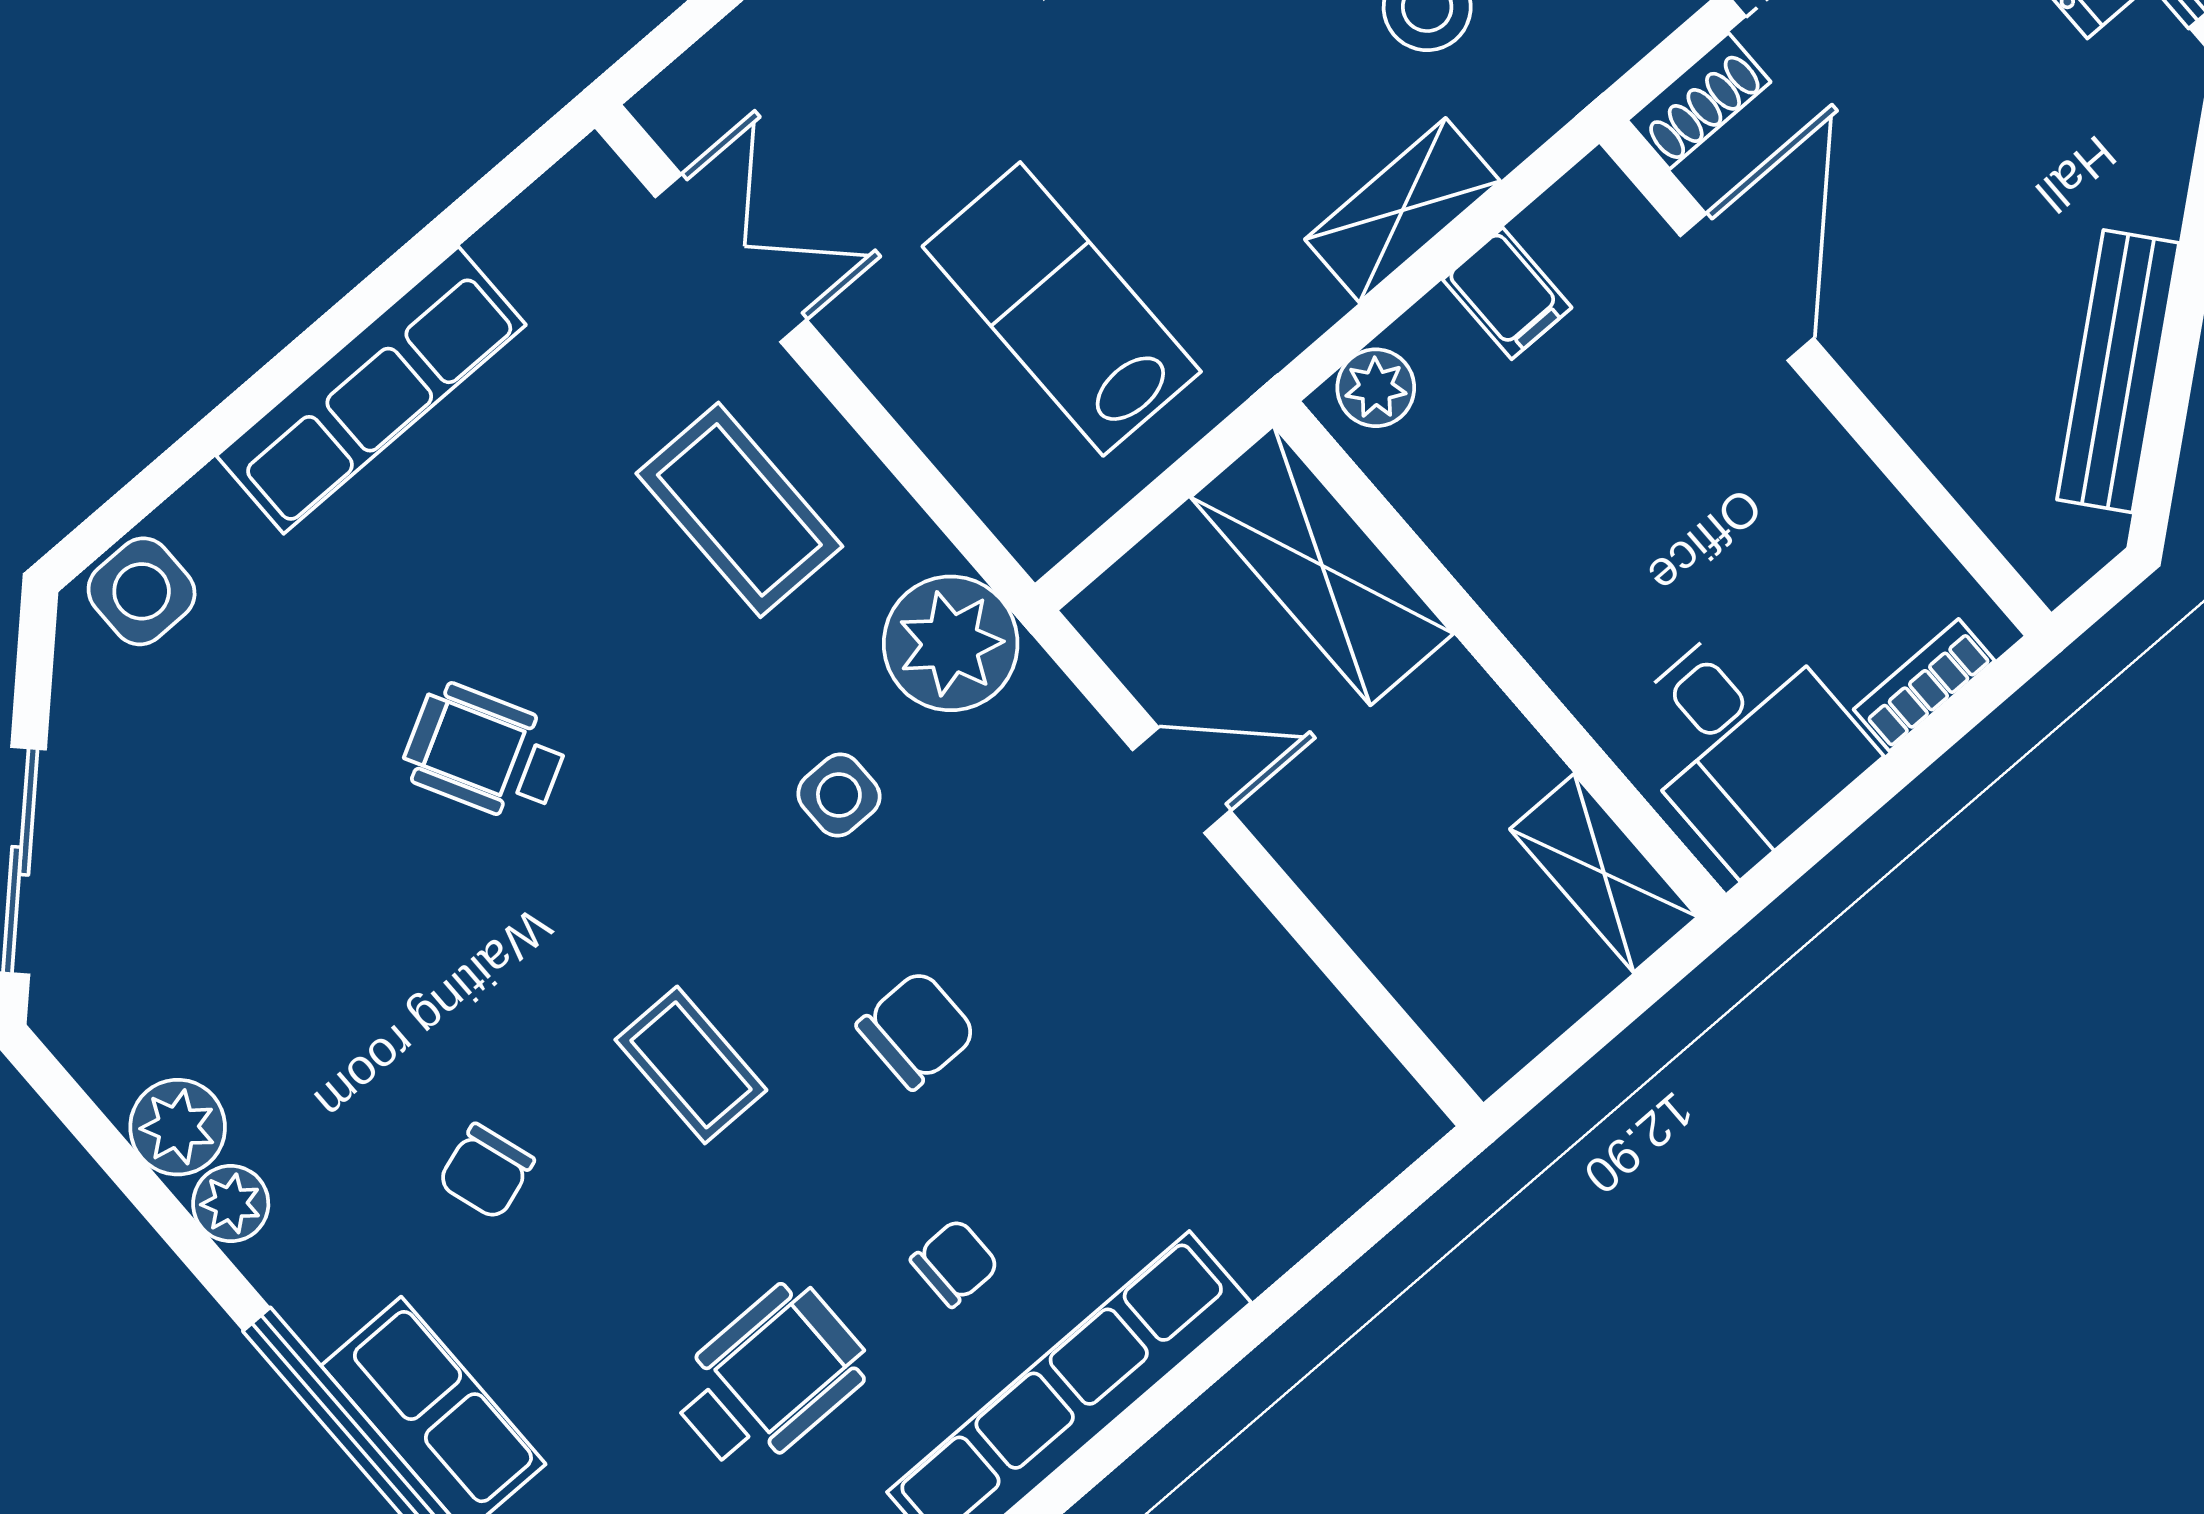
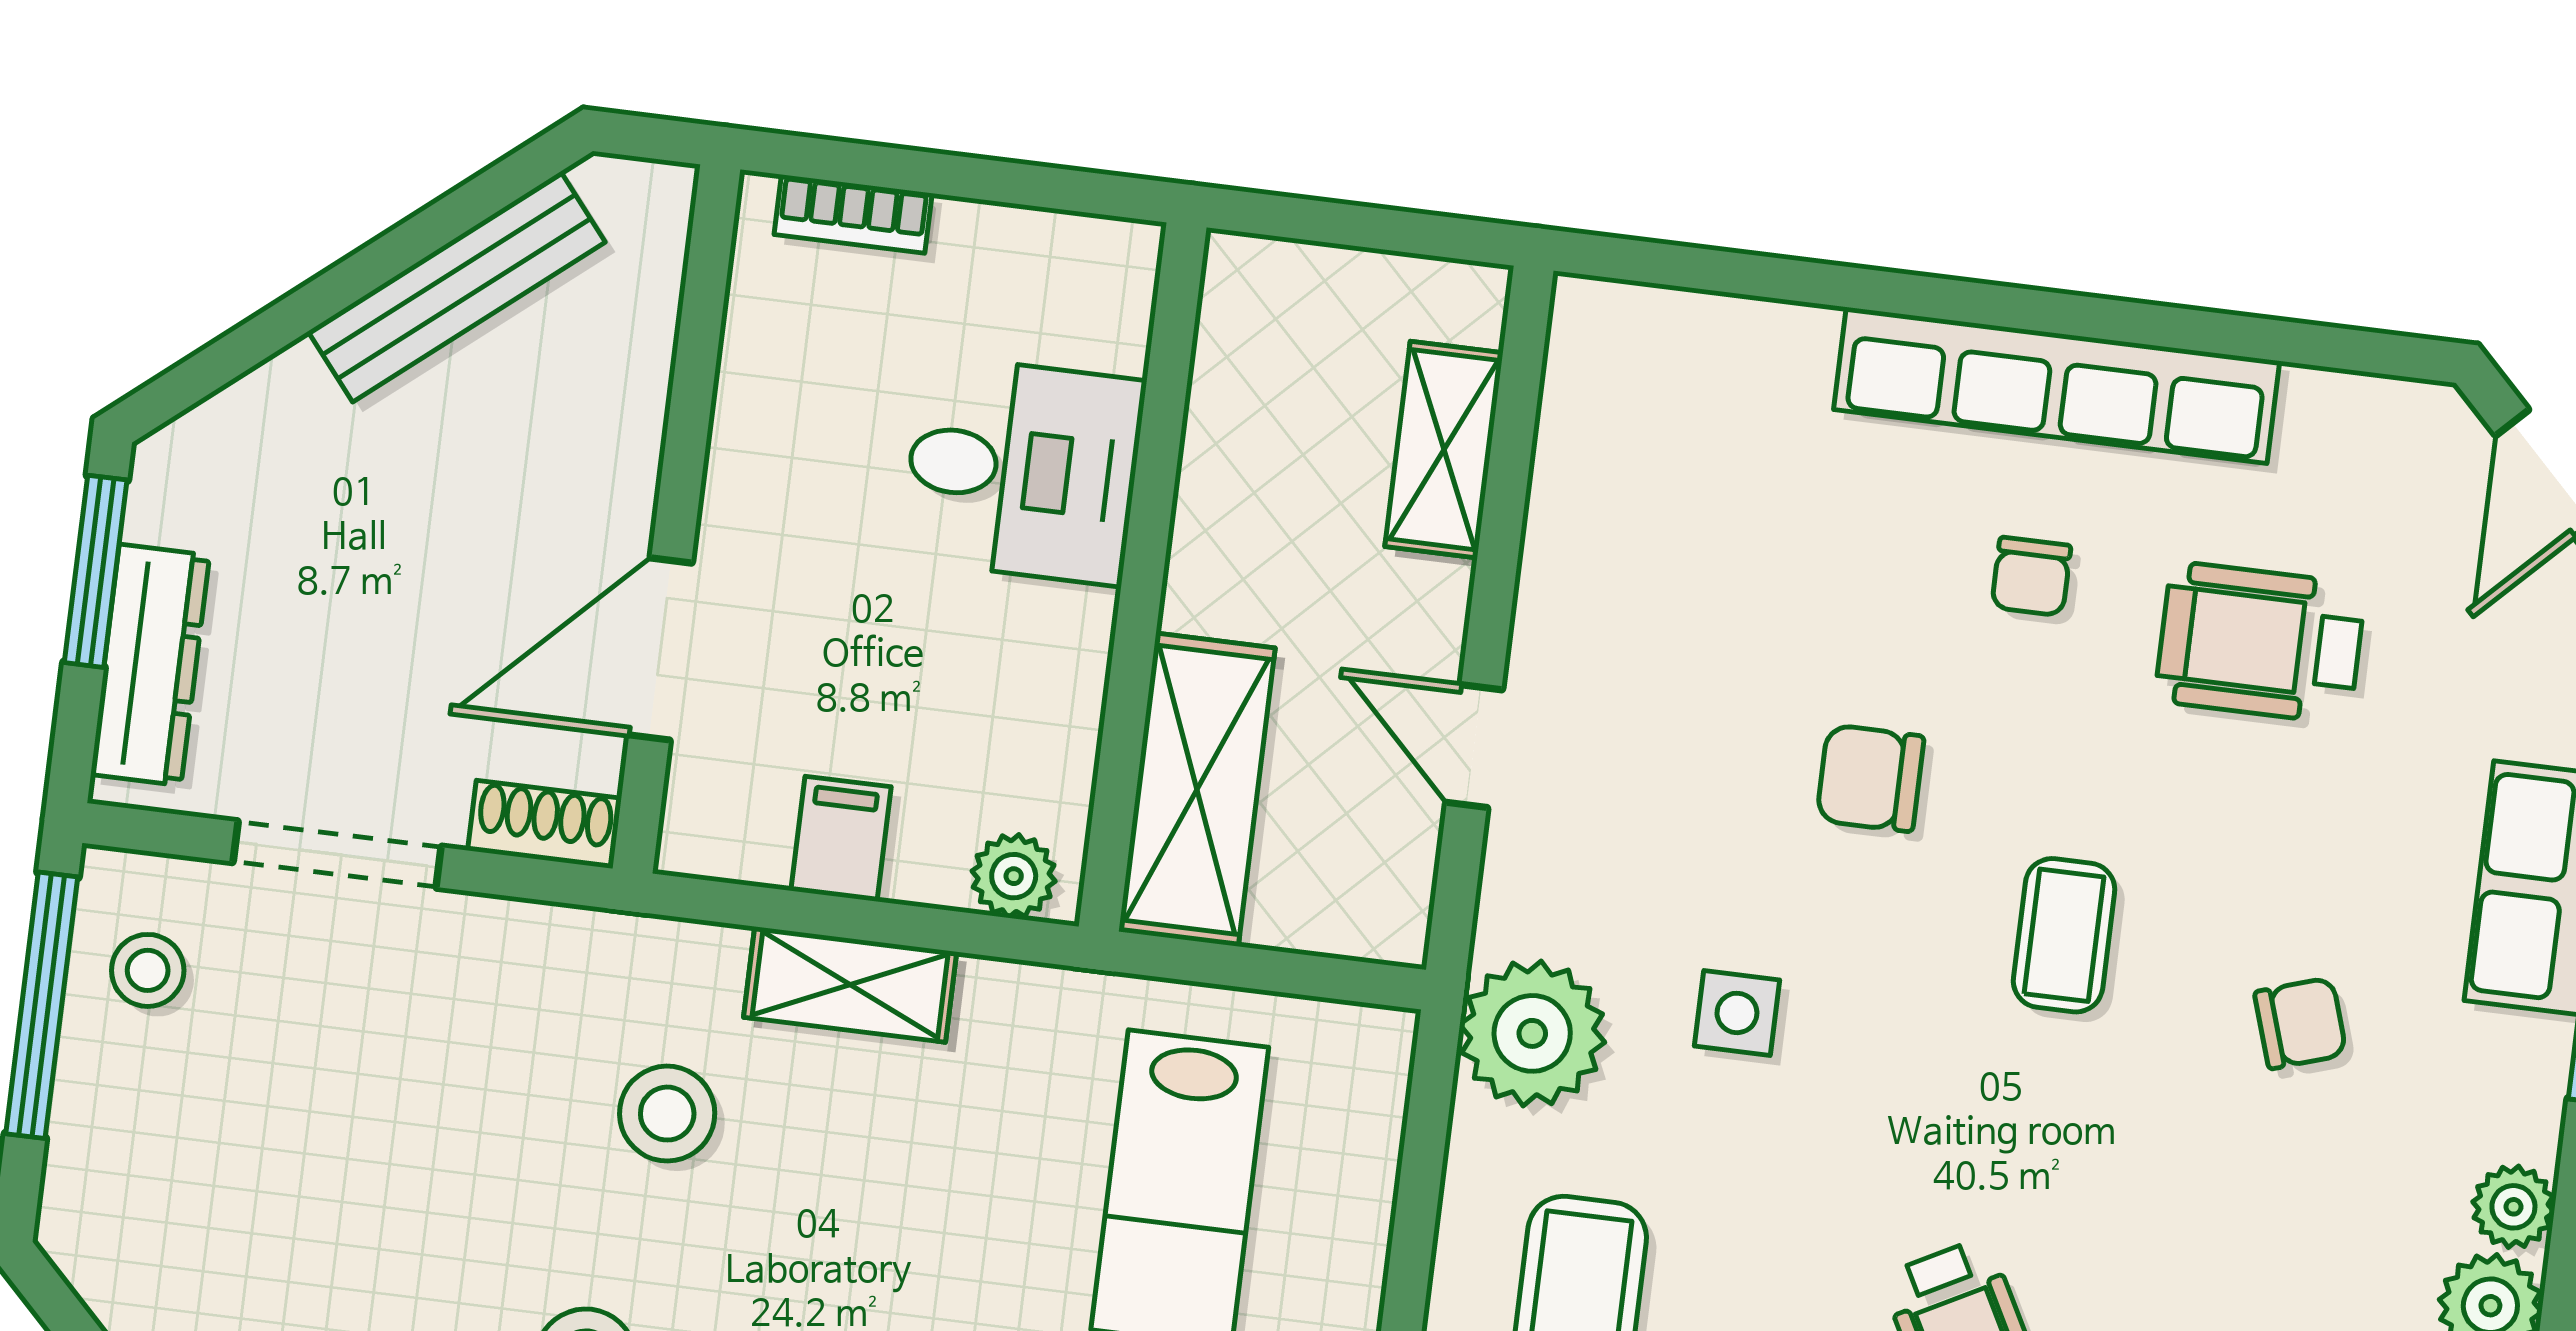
desk: (1745, 741) -> (1023, 470), moved, turned 90
shelving: (1604, 873) -> (1444, 450), moved
chair: (955, 1263) -> (2031, 576), turned -90

